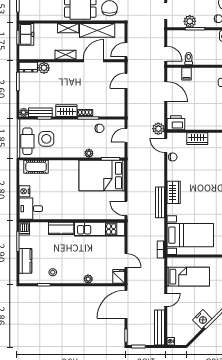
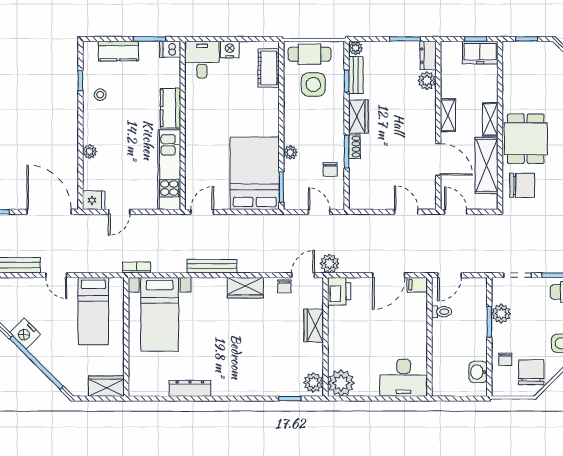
filing cabinet: (187, 74) -> (417, 285), moved
wardrobe: (174, 192) -> (245, 288), moved

